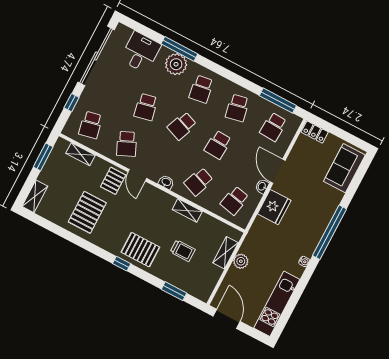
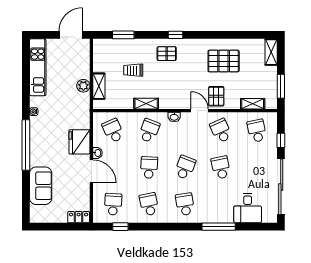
plant: (176, 64) -> (215, 213), removed
window: (278, 101) -> (120, 227), width x0.46
sofa: (344, 168) -> (41, 186), moved
school desk: (235, 201) -> (113, 131), turned -36
pallet: (87, 212) -> (224, 61), turned 90
pallet: (140, 250) -> (167, 54), width x0.67, depth x0.71
door: (227, 319) -> (71, 35), swing flipped

